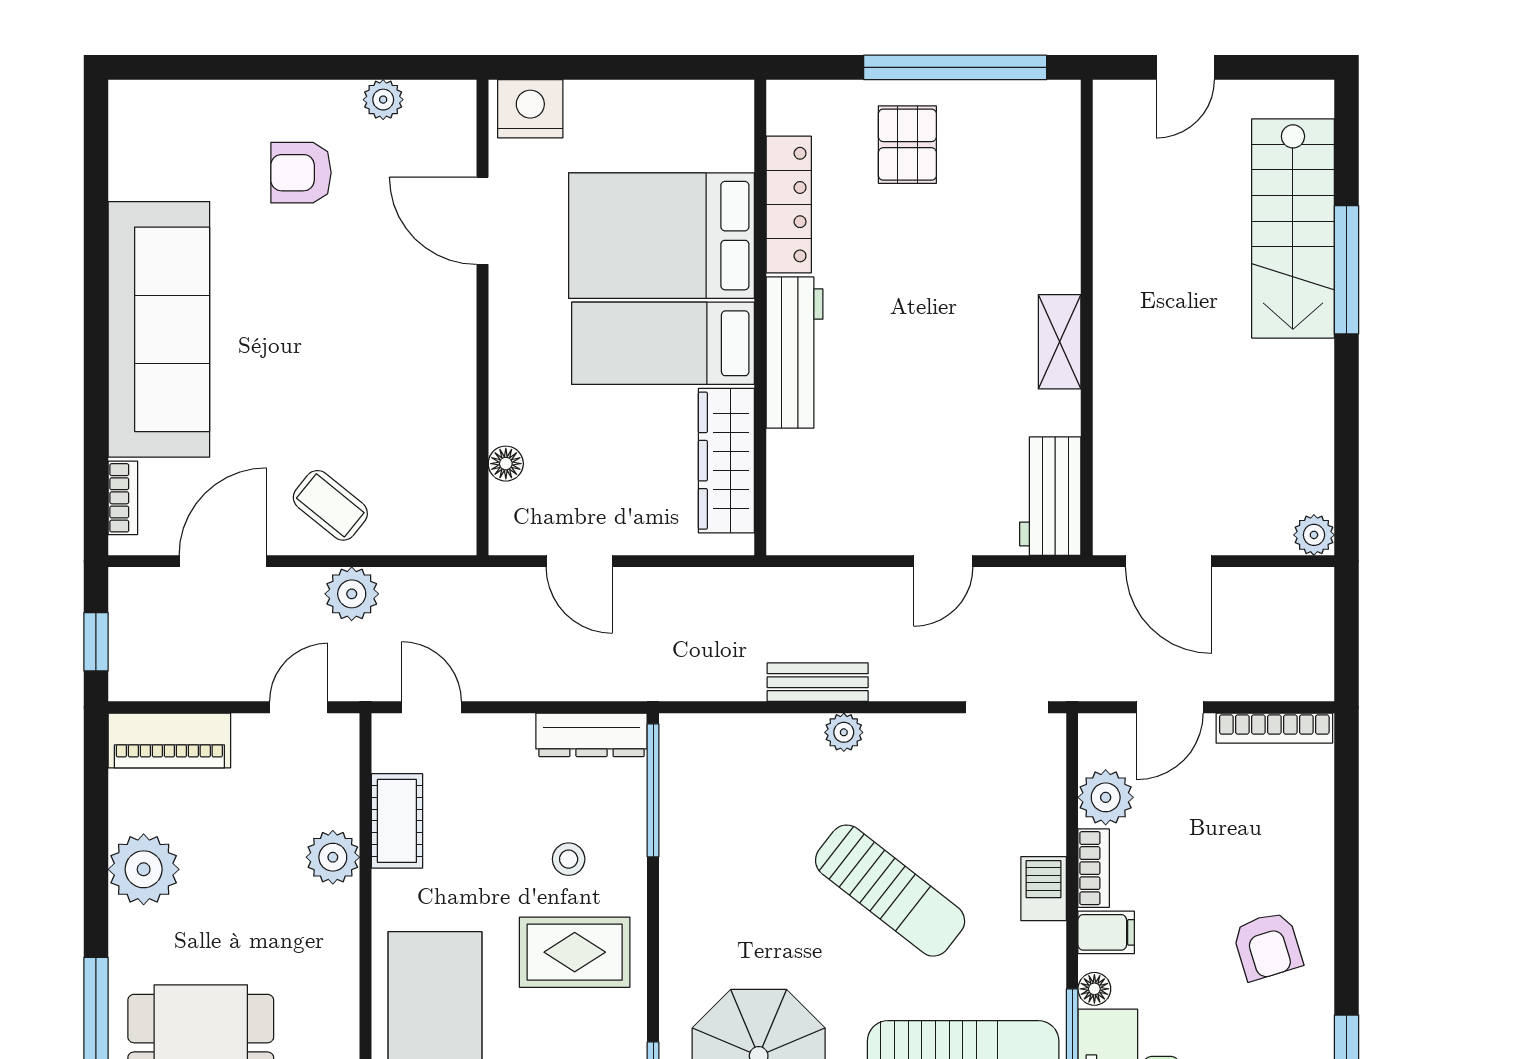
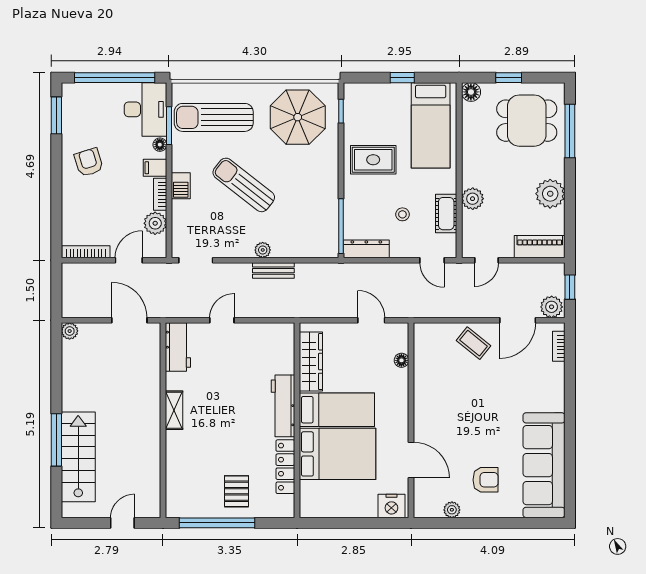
sofa: (159, 329) -> (544, 465), moved
plant: (352, 594) -> (552, 307), moved
stool: (569, 859) -> (402, 214), moved

